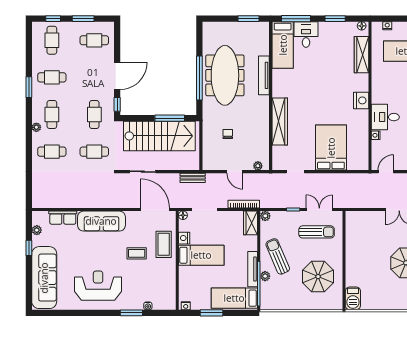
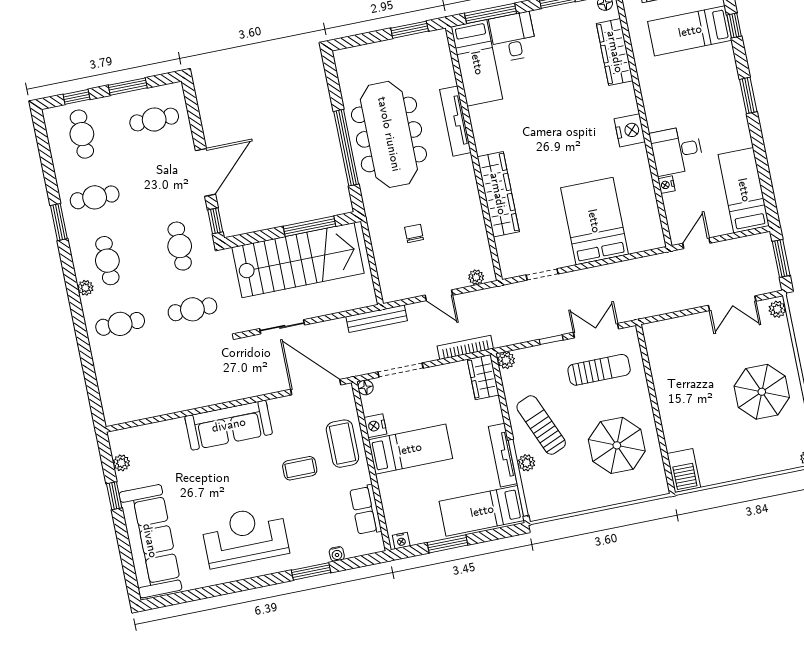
bench: (193, 178) -> (377, 319), width x1.36
row of seats: (63, 218) -> (366, 510), moved, turned 90

